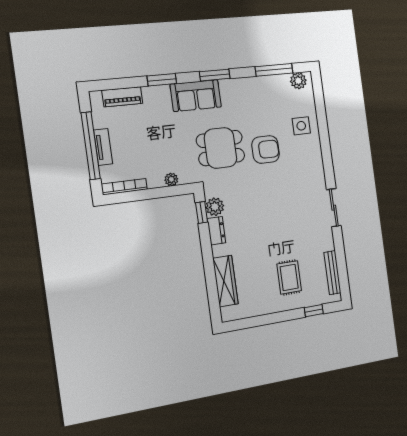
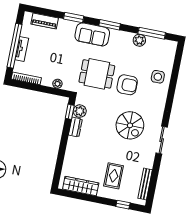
plant: (298, 81) -> (139, 40), moved
spiral stairs: (288, 203) -> (130, 125), added
wardrobe: (225, 281) -> (81, 186), moved, turned -90

